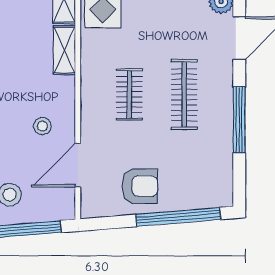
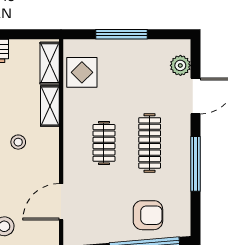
stool: (42, 126) -> (18, 142), moved
armchair: (140, 186) -> (148, 215), moved

